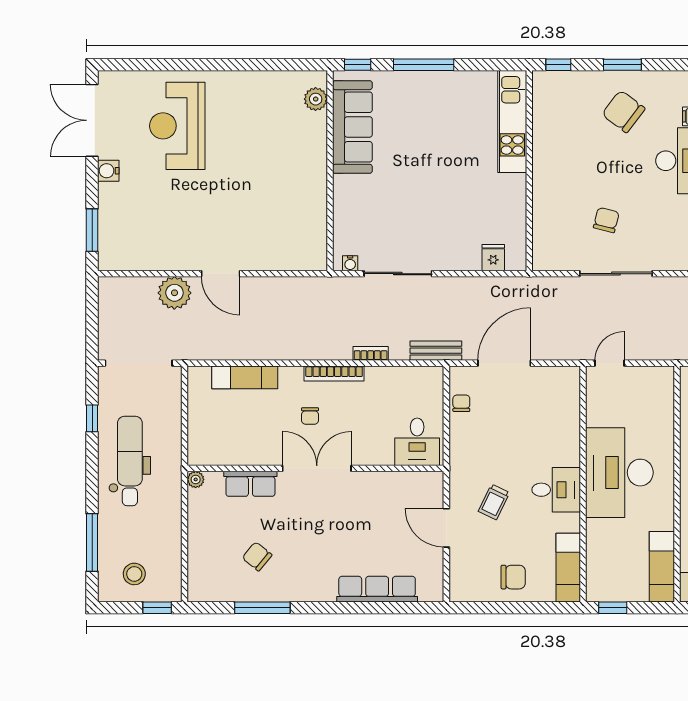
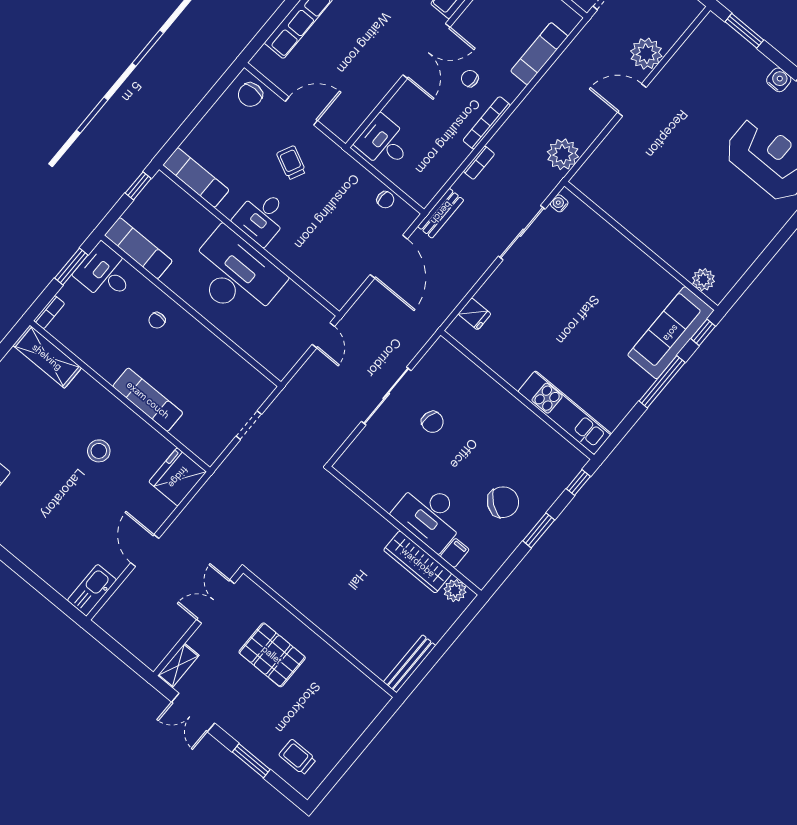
sofa: (352, 127) -> (671, 333), moved, turned 90
plant: (309, 293) -> (563, 154), added
chair: (513, 577) -> (250, 95), moved

